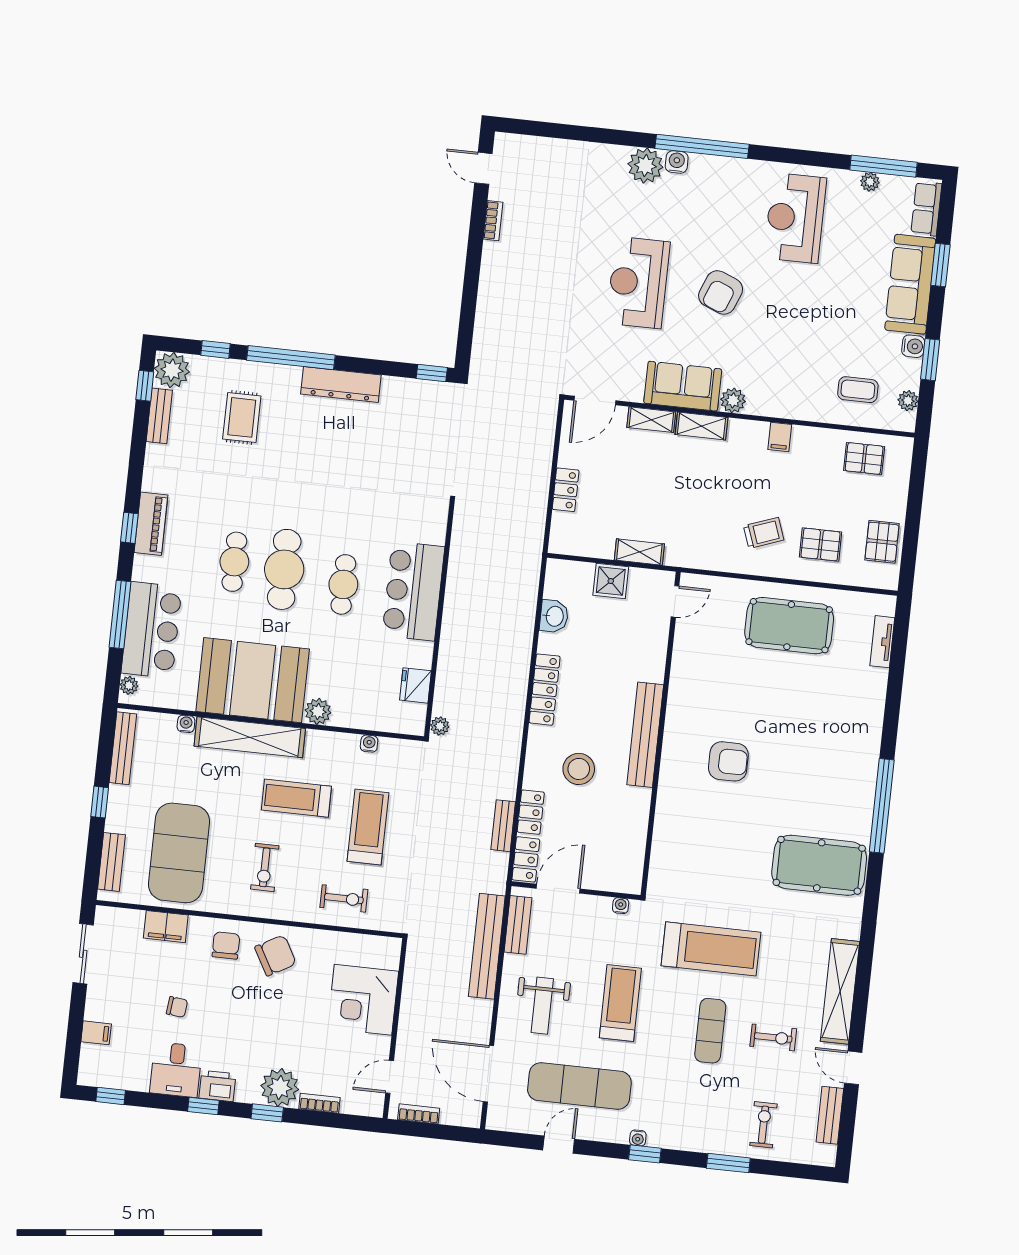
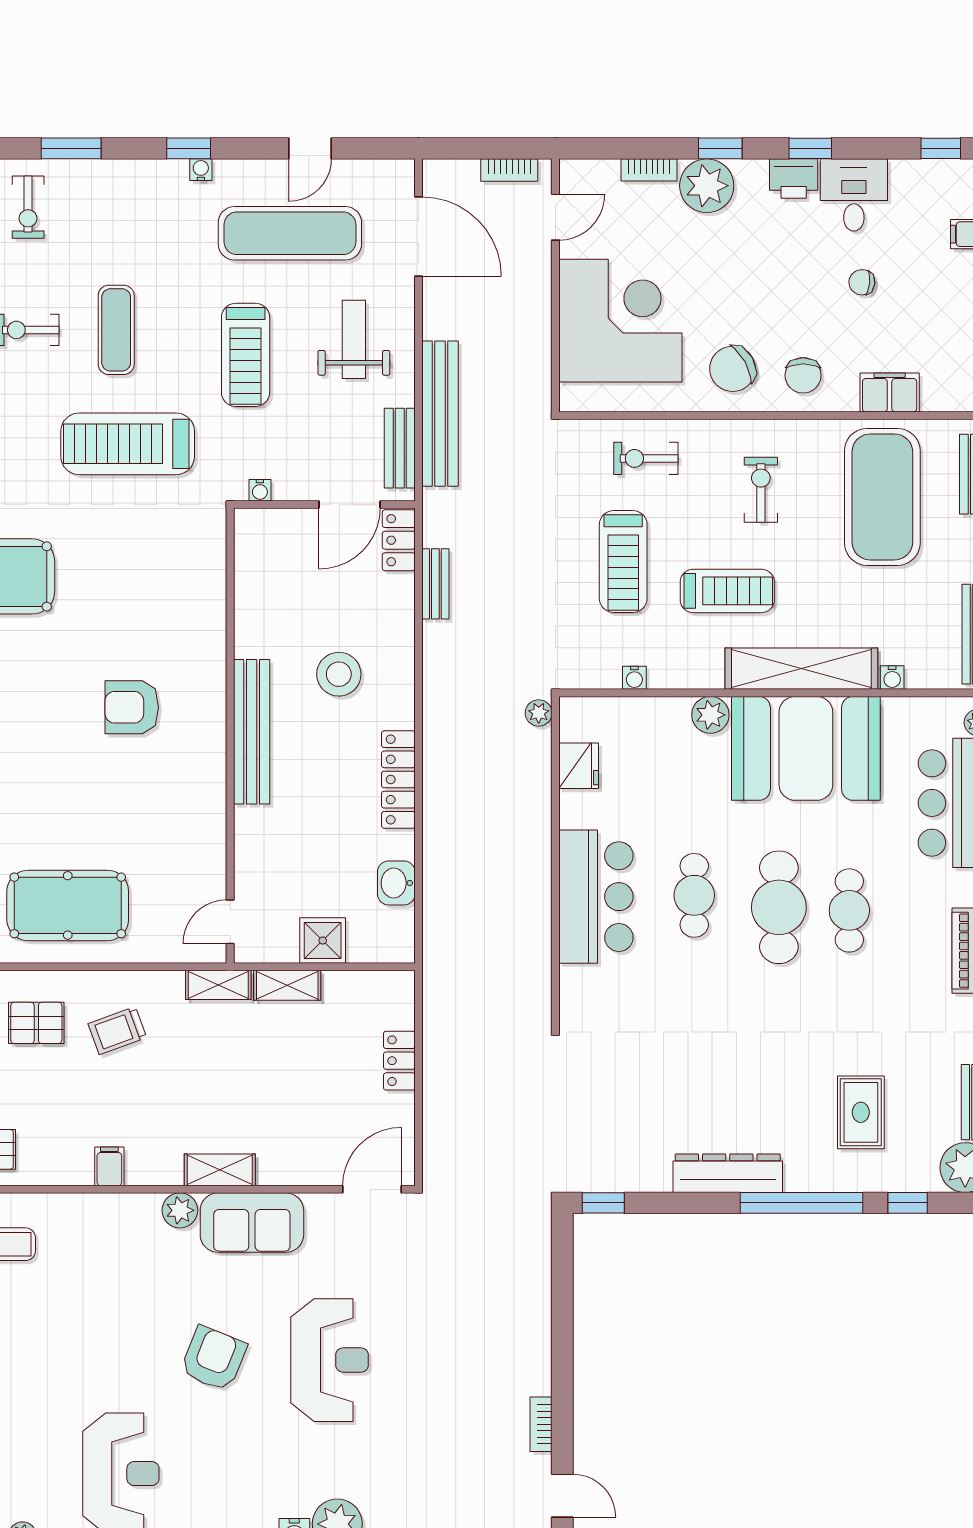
shelving: (651, 420) -> (218, 985), moved
locker: (531, 812) -> (399, 607), removed
corner desk: (363, 1000) -> (620, 321), width x1.36, depth x1.36

